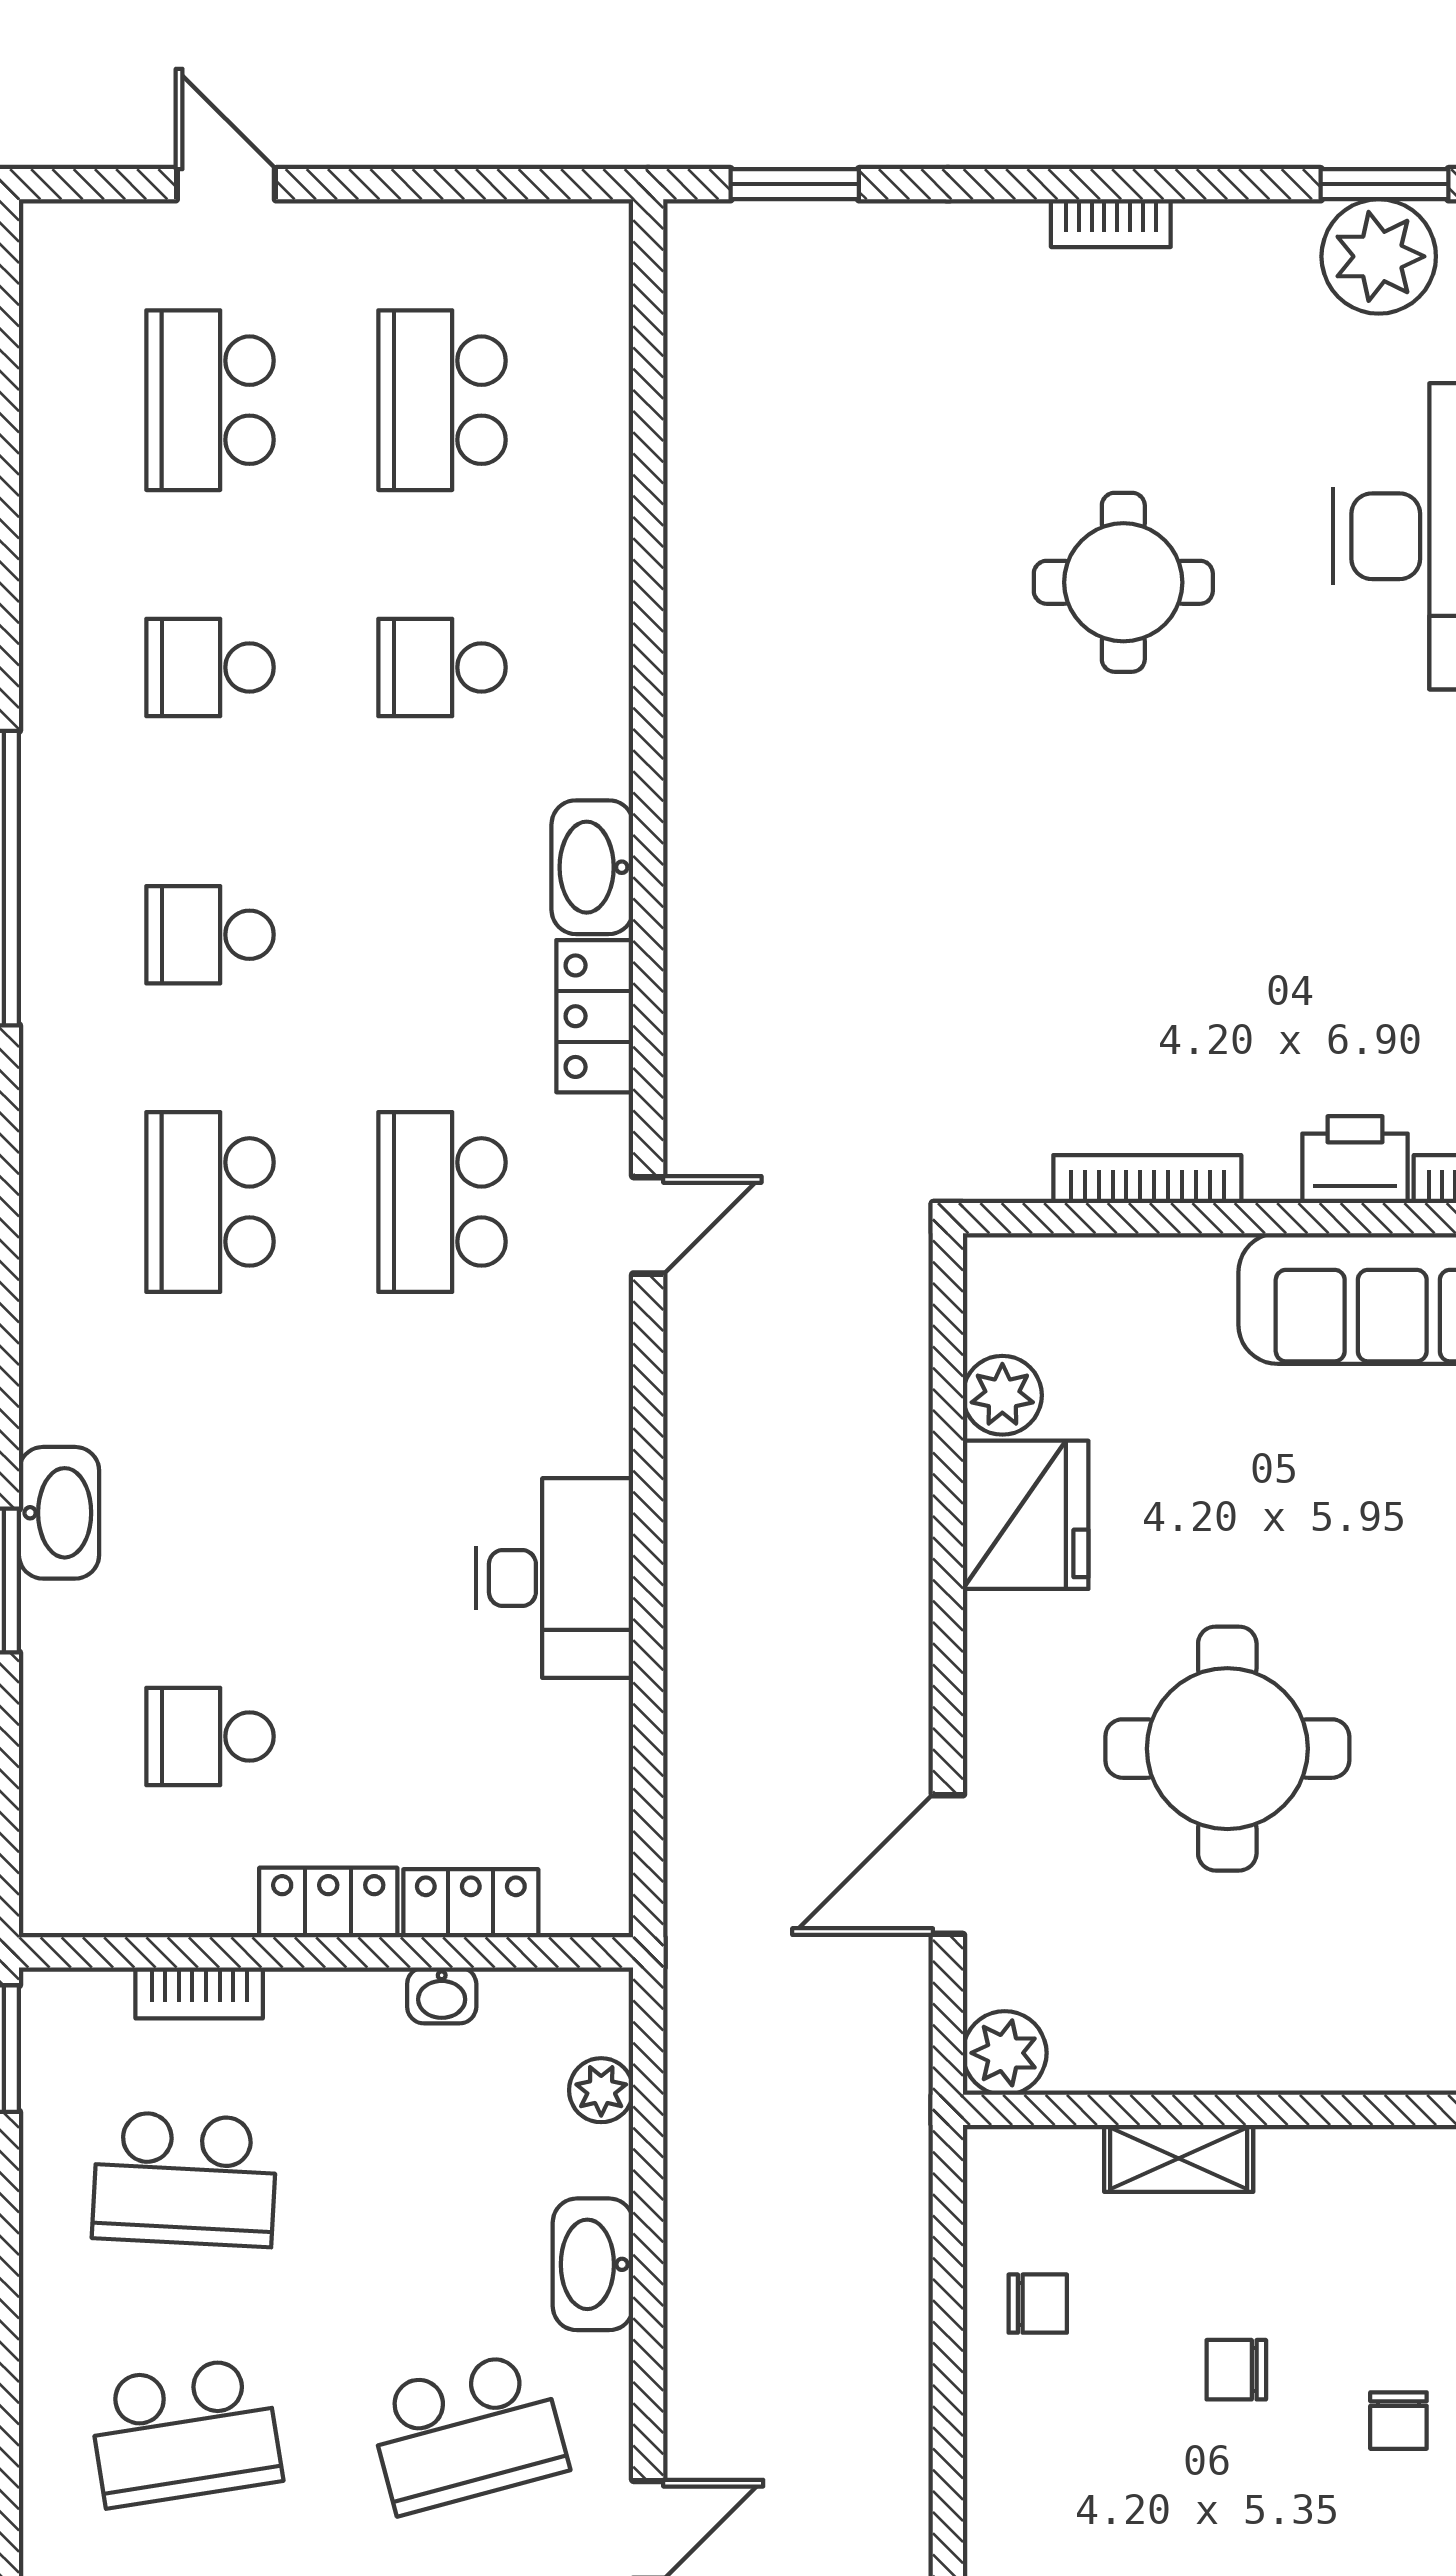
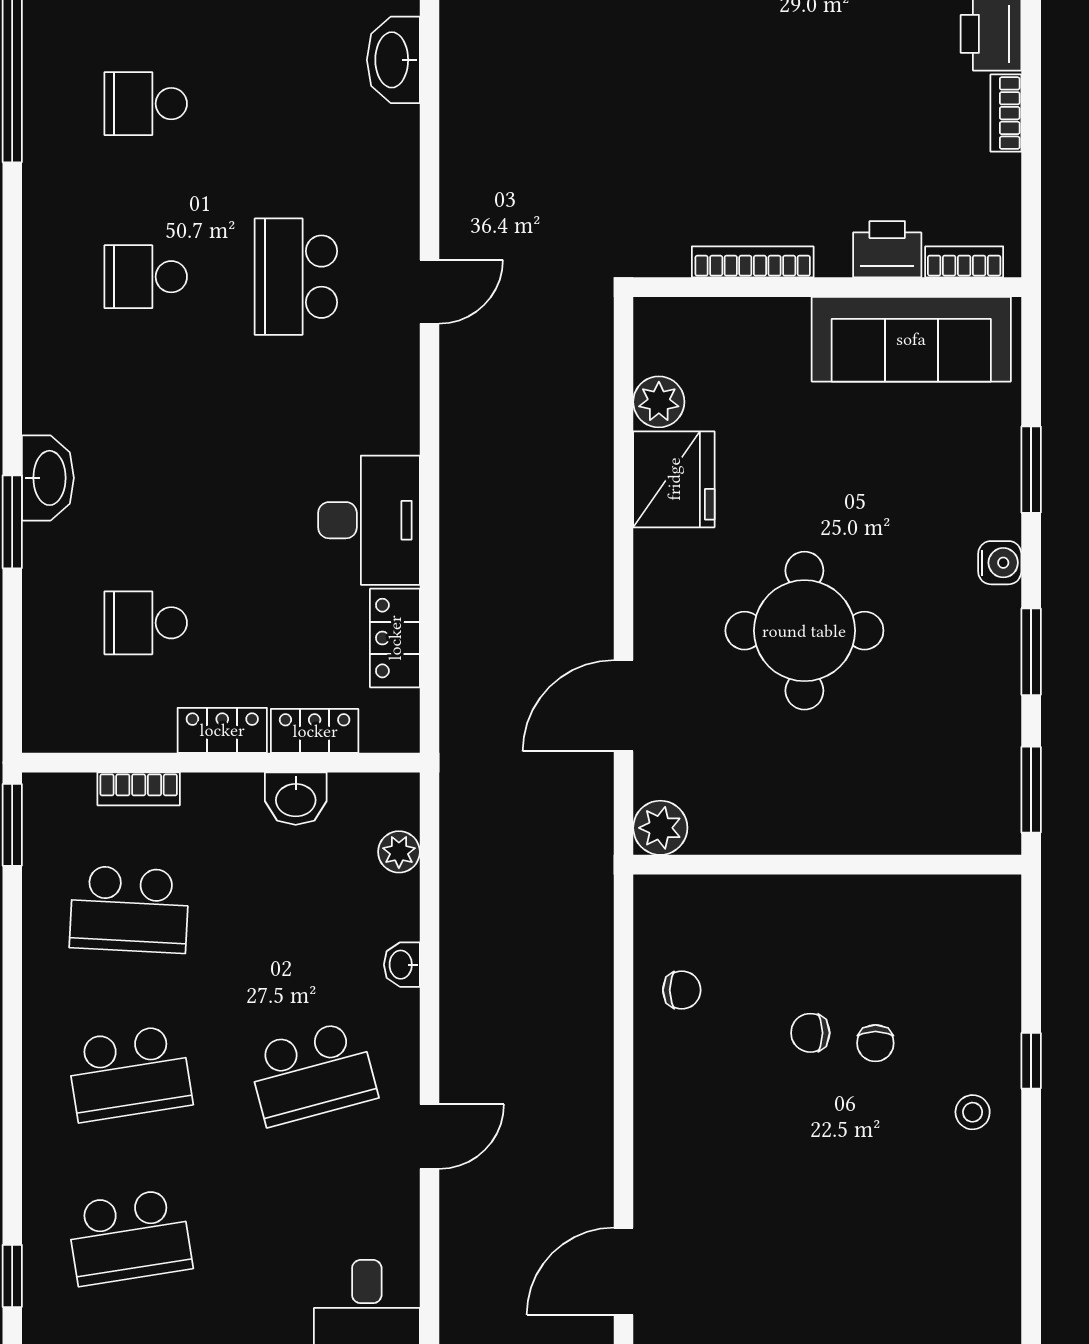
locker: (595, 1016) -> (395, 638), moved
school desk: (210, 1202) -> (146, 277), width x0.54
washbasin: (442, 1995) -> (296, 799), width x1.38, depth x1.45
shelving: (1179, 2158) -> (773, 896), removed
washbasin: (593, 2264) -> (402, 965), width x0.52, depth x0.69
chair: (1398, 2421) -> (875, 1043), moved

